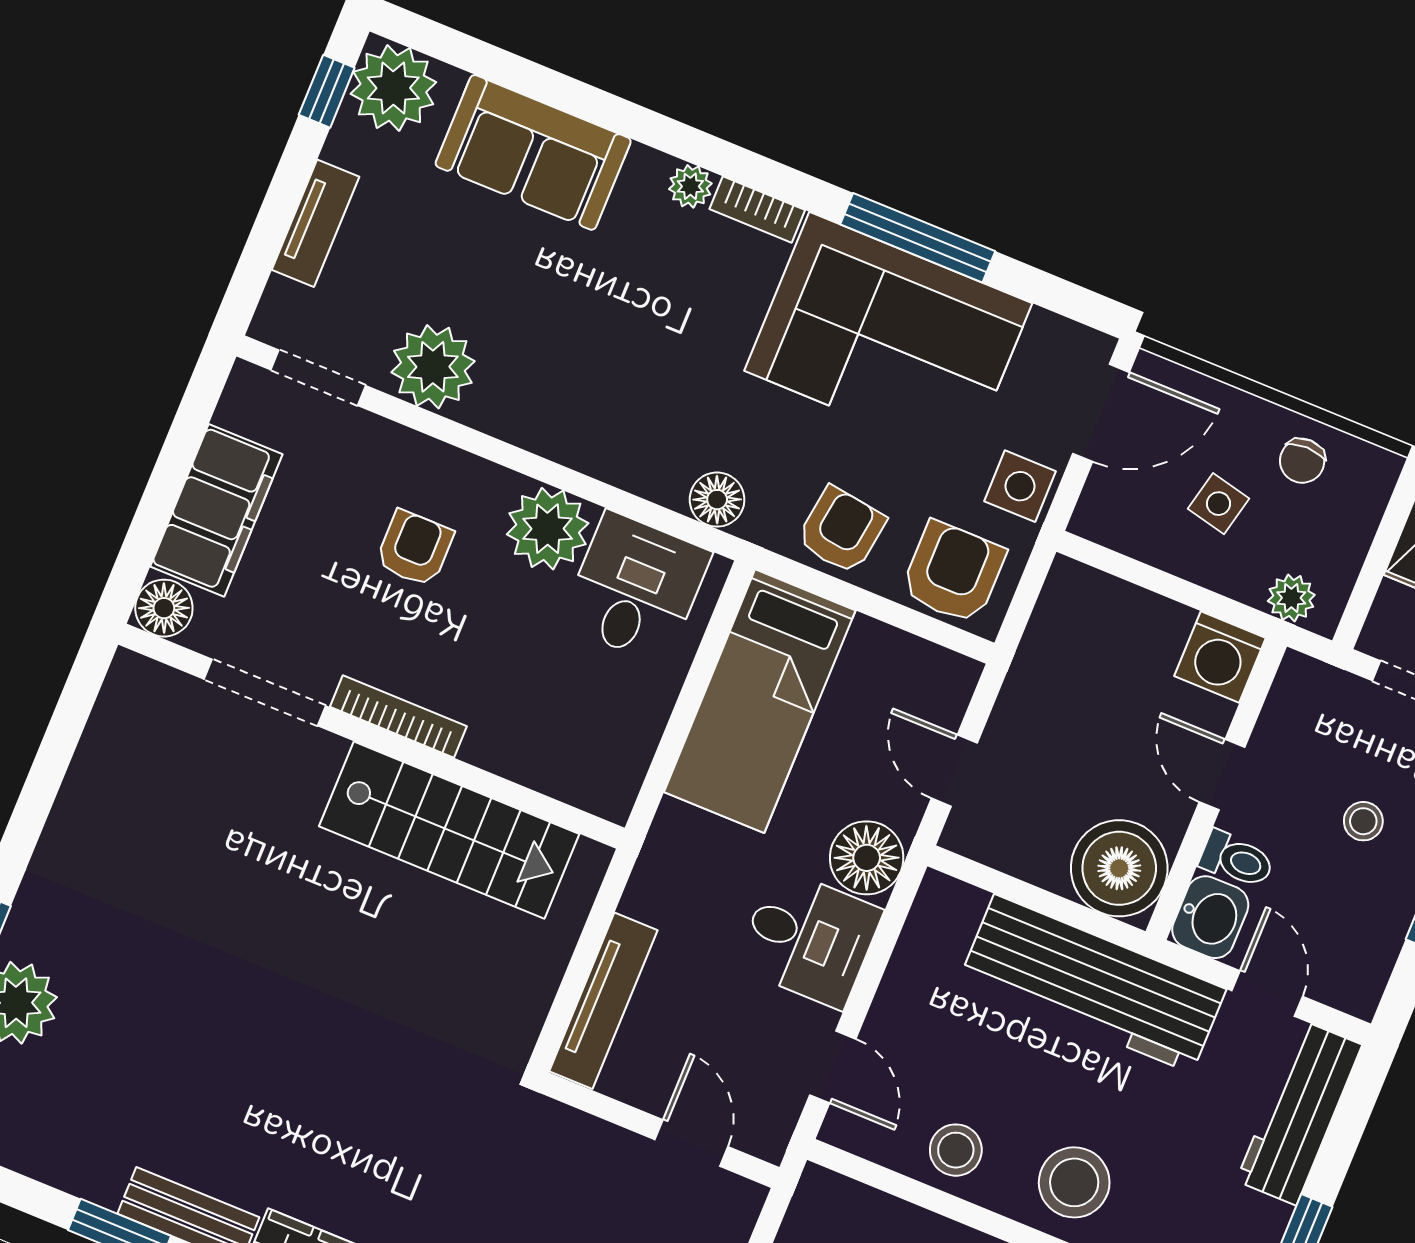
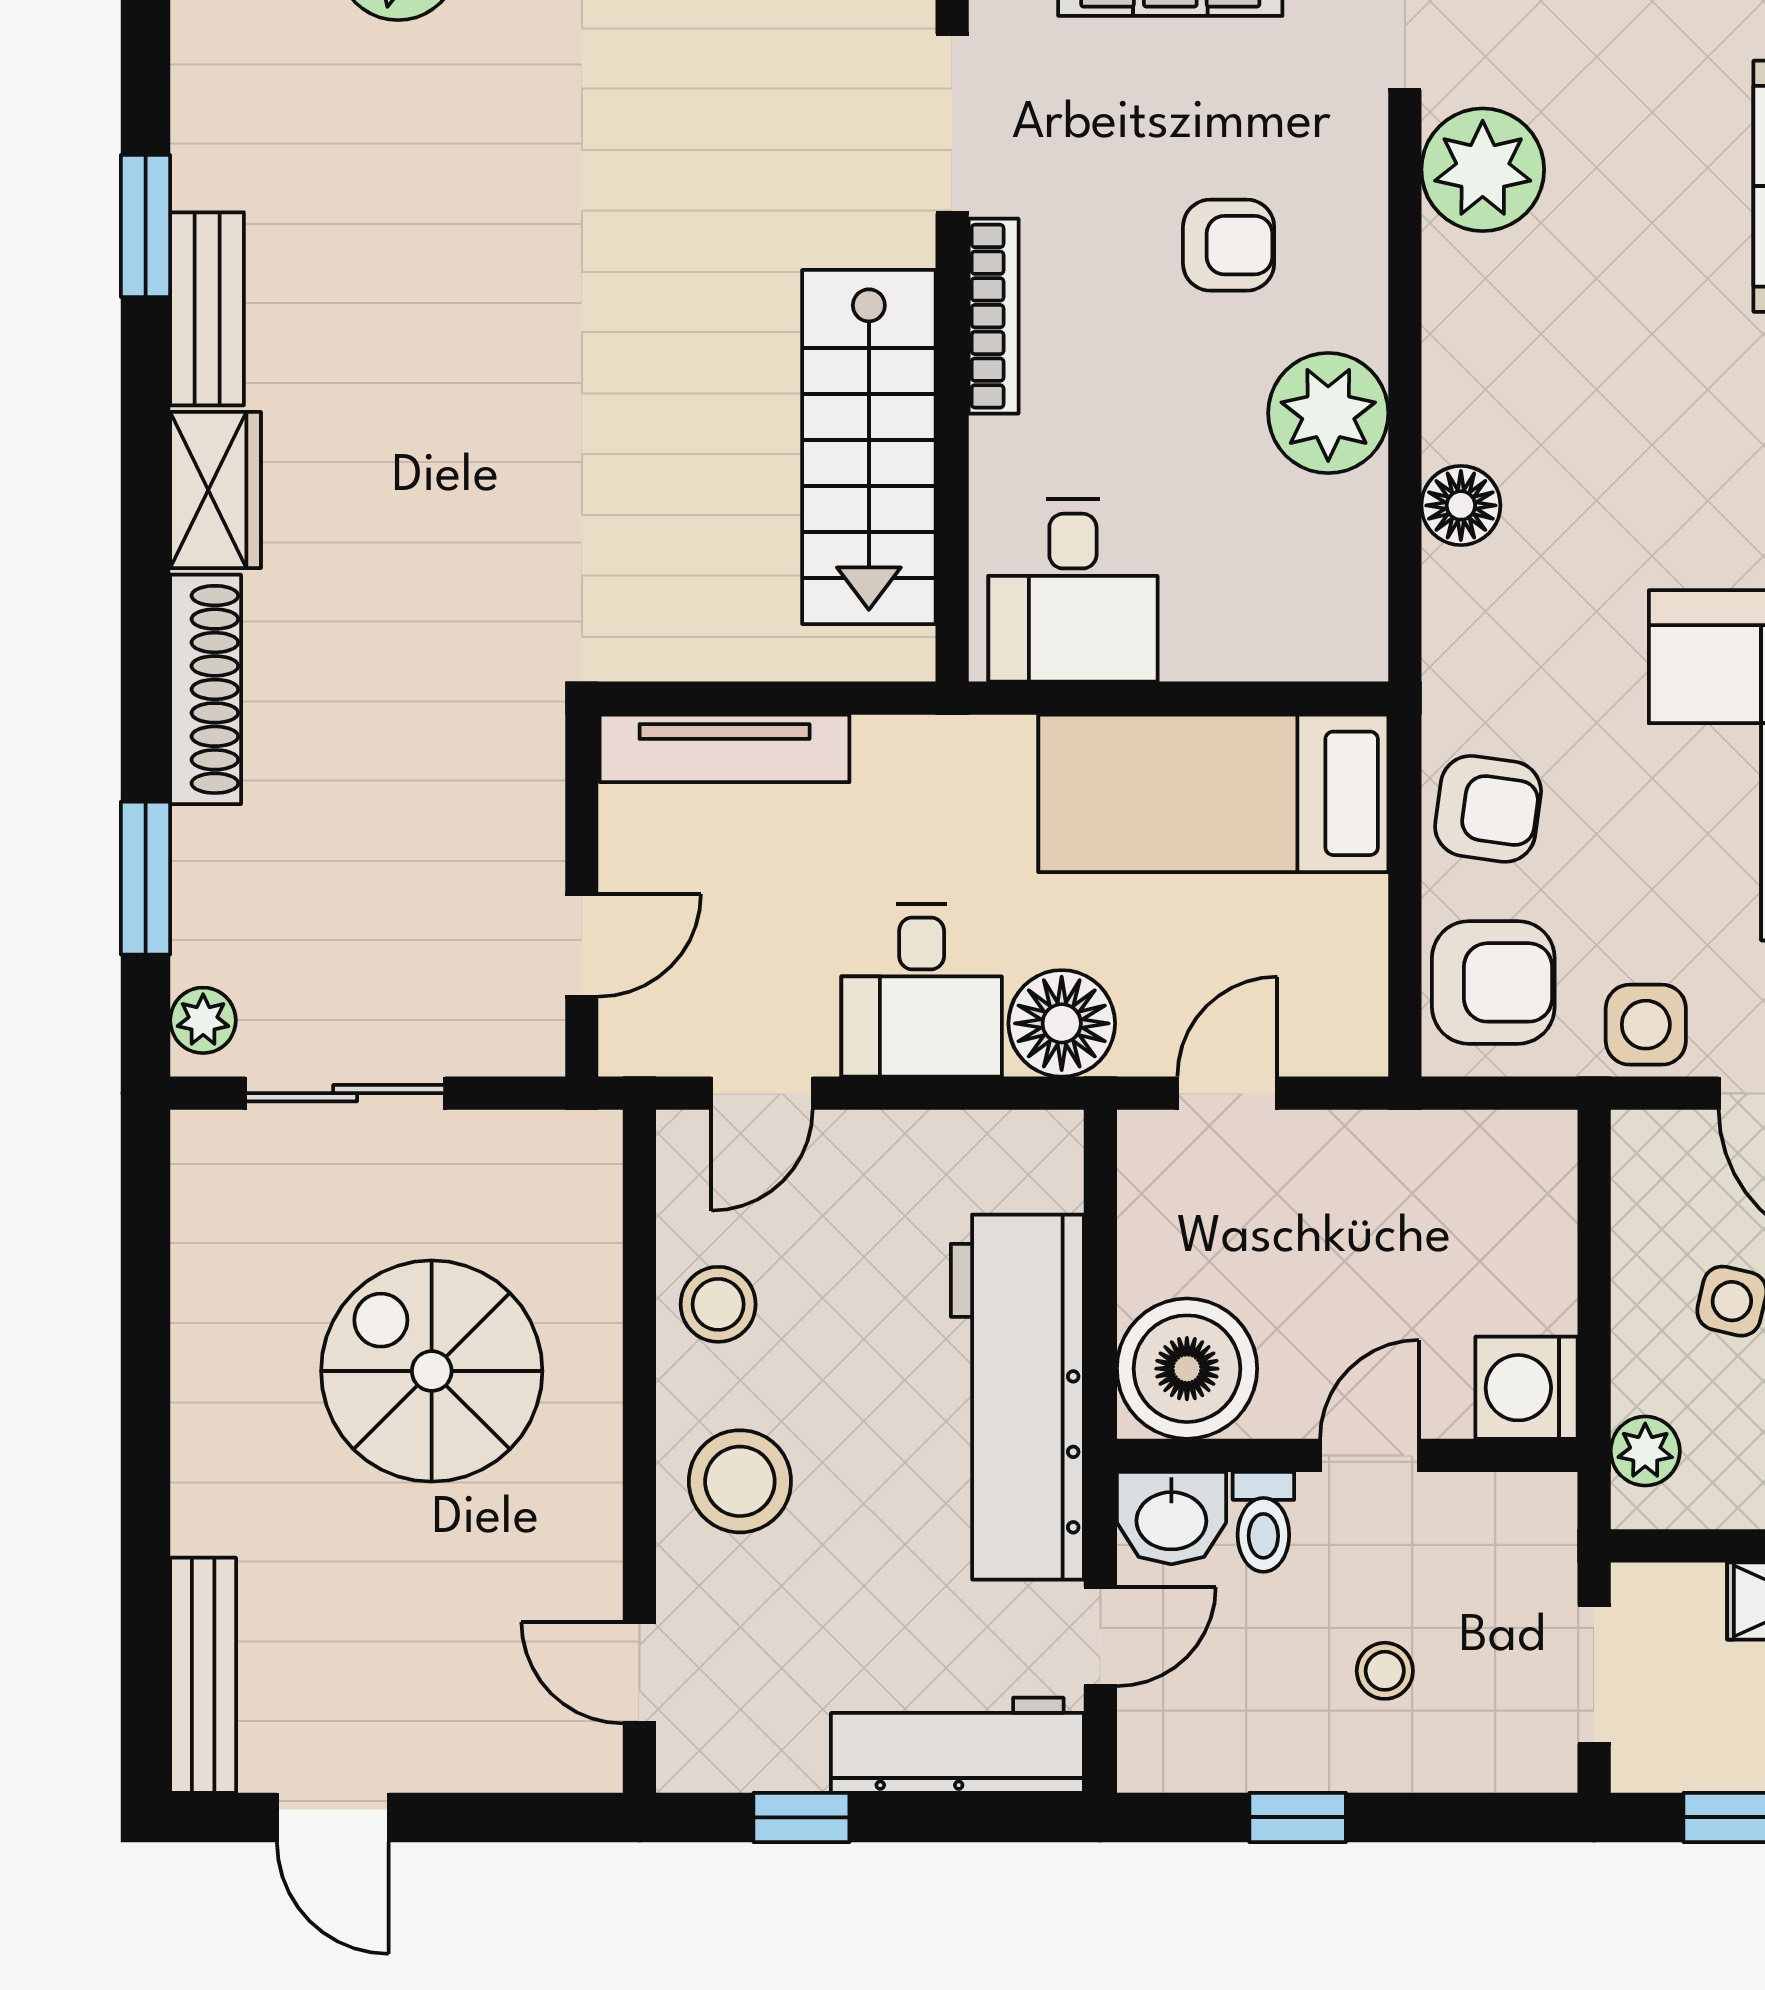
floor lamp: (717, 500) -> (1461, 505), moved
desk: (636, 588) -> (1073, 590), moved, turned 90

